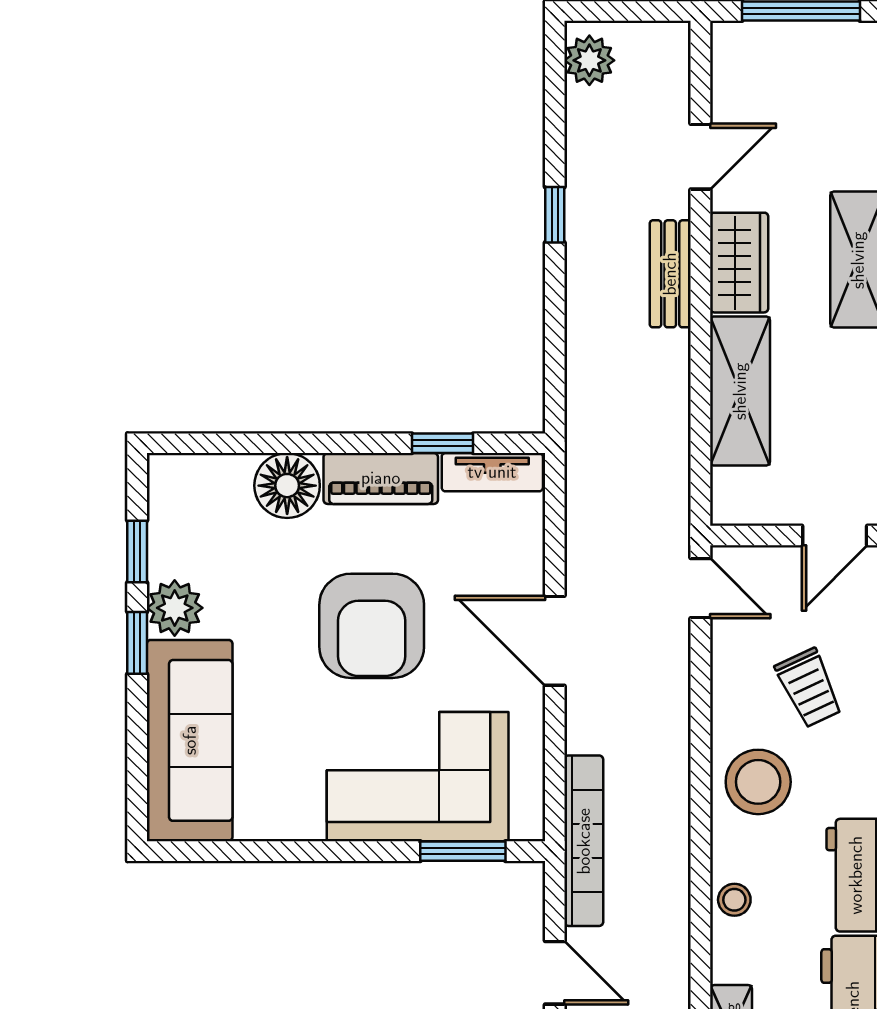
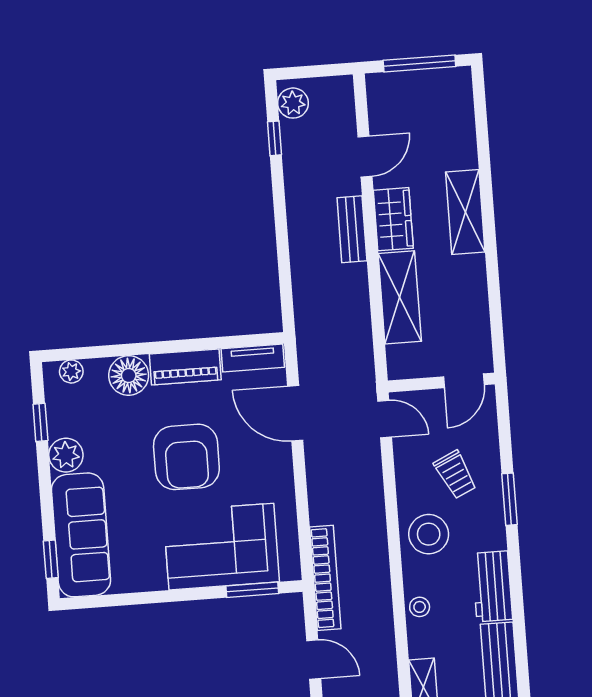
window: (555, 215) -> (274, 138), moved
window: (442, 443) -> (221, 343), removed
plant: (194, 472) -> (71, 371), added
door: (555, 641) -> (295, 413), moved
window: (137, 643) -> (51, 559), moved

